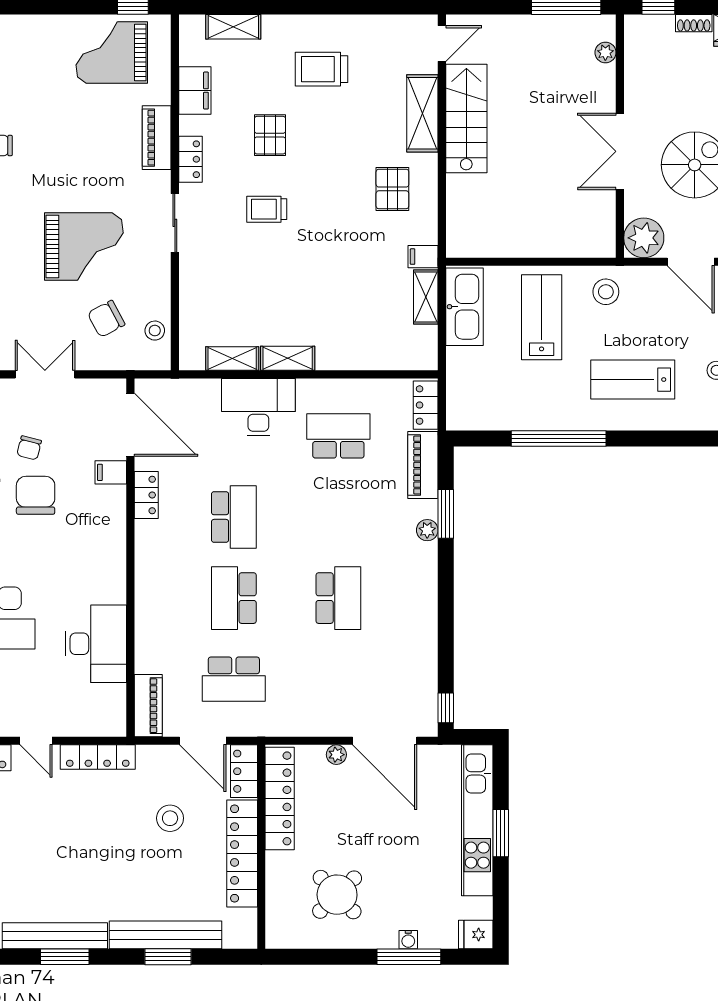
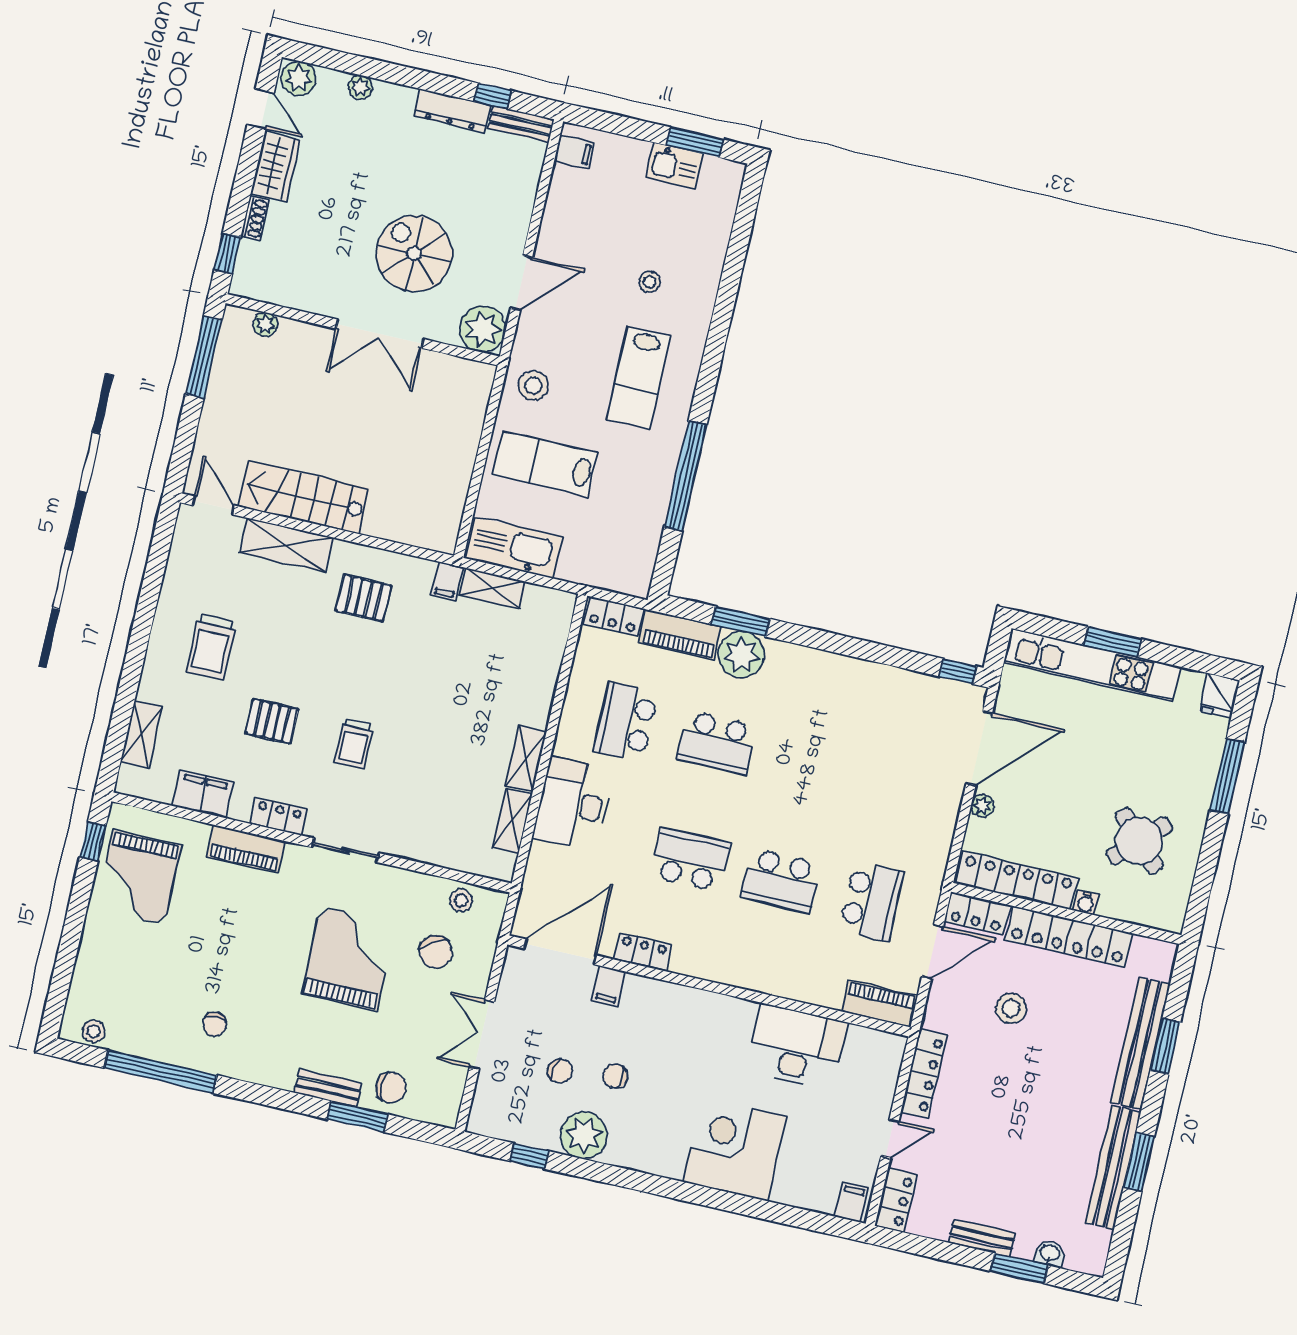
chair: (36, 495) -> (615, 1076), width x0.54, depth x0.54
plant: (427, 530) -> (741, 655), width x1.88, depth x1.88
school desk: (338, 598) -> (717, 743), moved, turned 180
water cooler: (408, 940) -> (1086, 902), moved, turned 90

